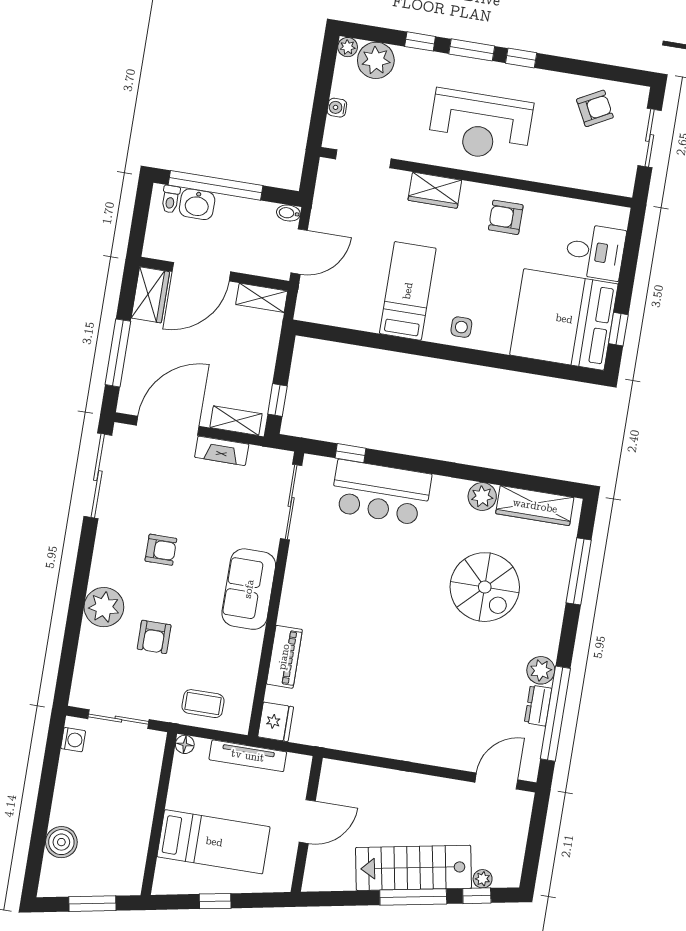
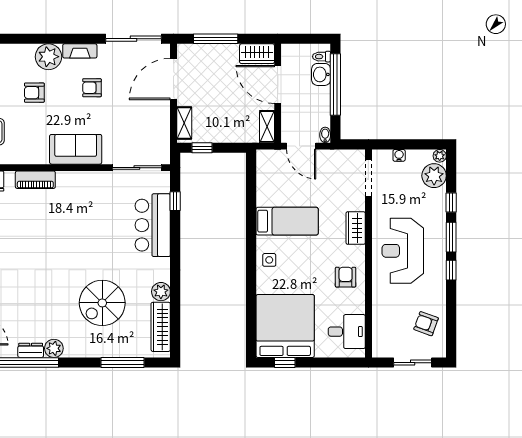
armchair: (595, 108) -> (426, 324), turned 138
desk: (595, 252) -> (347, 332), moved, turned -90
door: (168, 426) -> (174, 79), swing flipped
fireplace: (222, 451) -> (80, 51), moved, turned -90
armchair: (161, 550) -> (92, 88), turned 90

